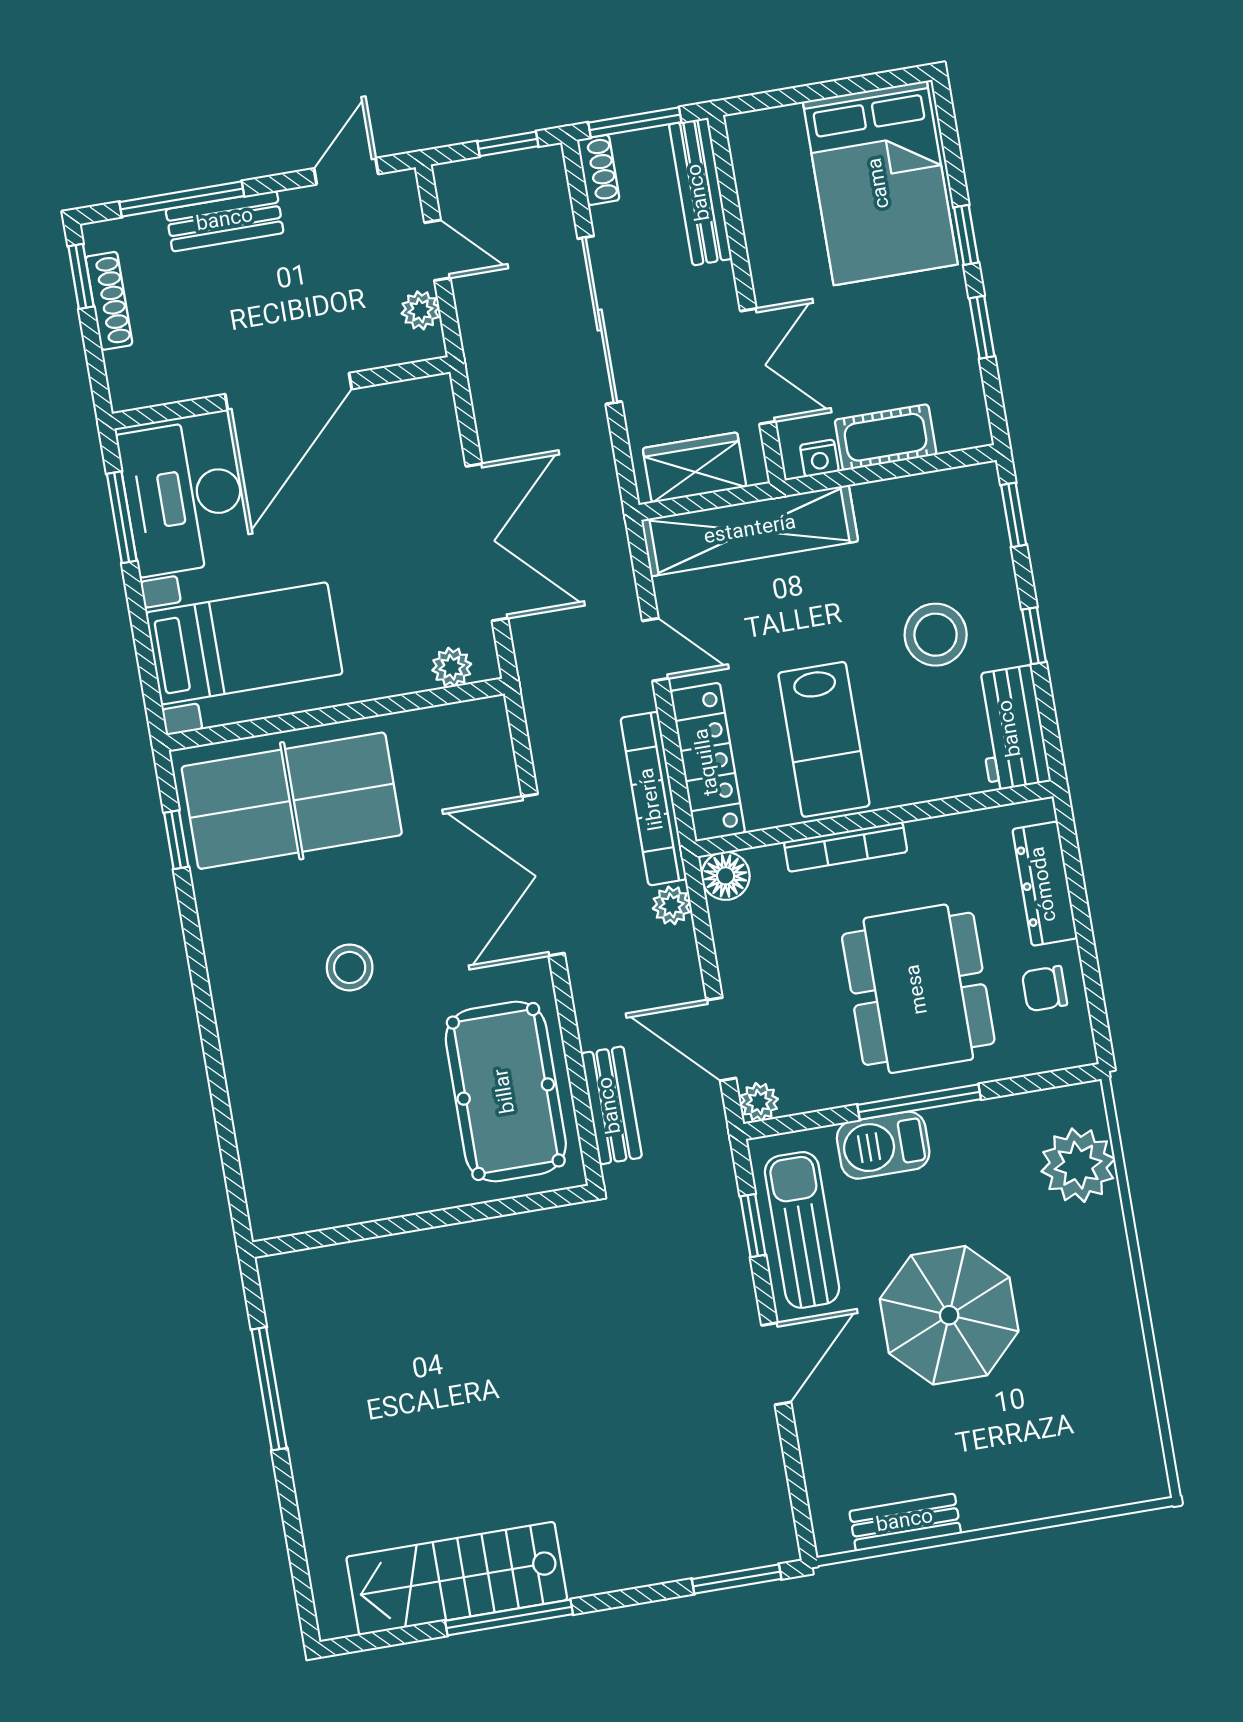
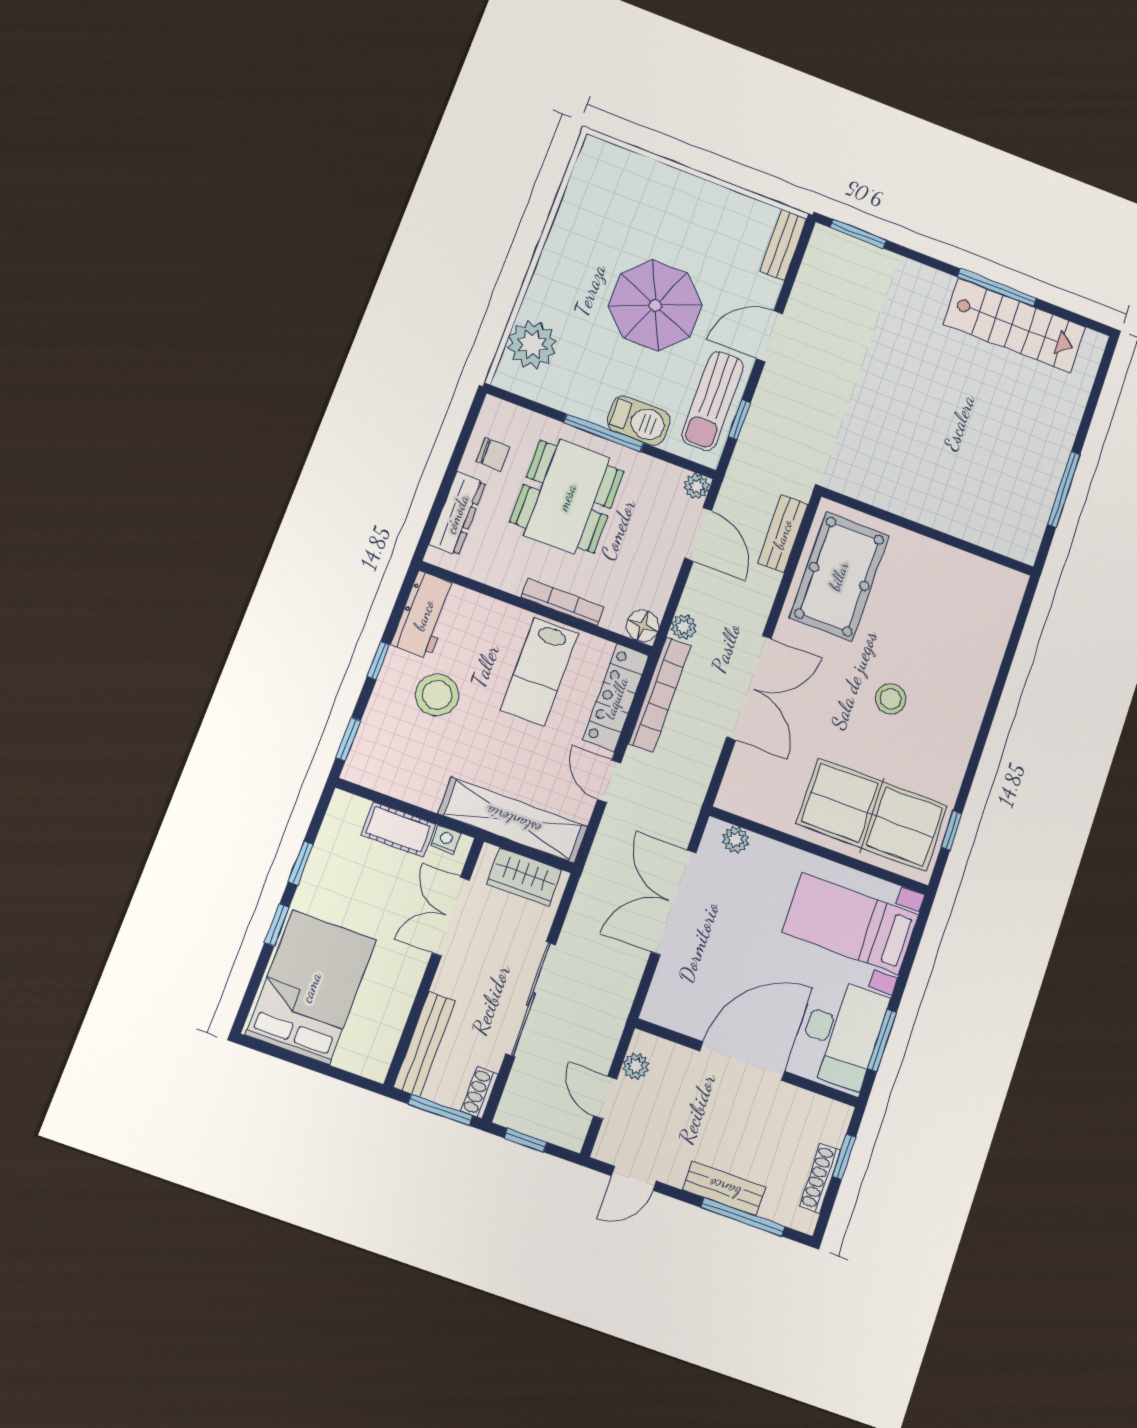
window: (81, 276) -> (844, 1157), moved
lab bench: (824, 739) -> (539, 672), turned 180
bench: (905, 1522) -> (783, 245), moved, turned 90

